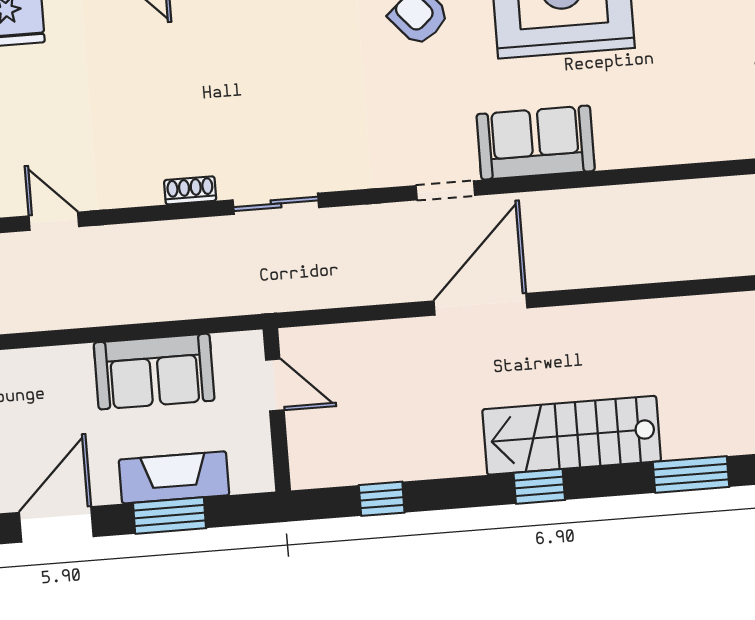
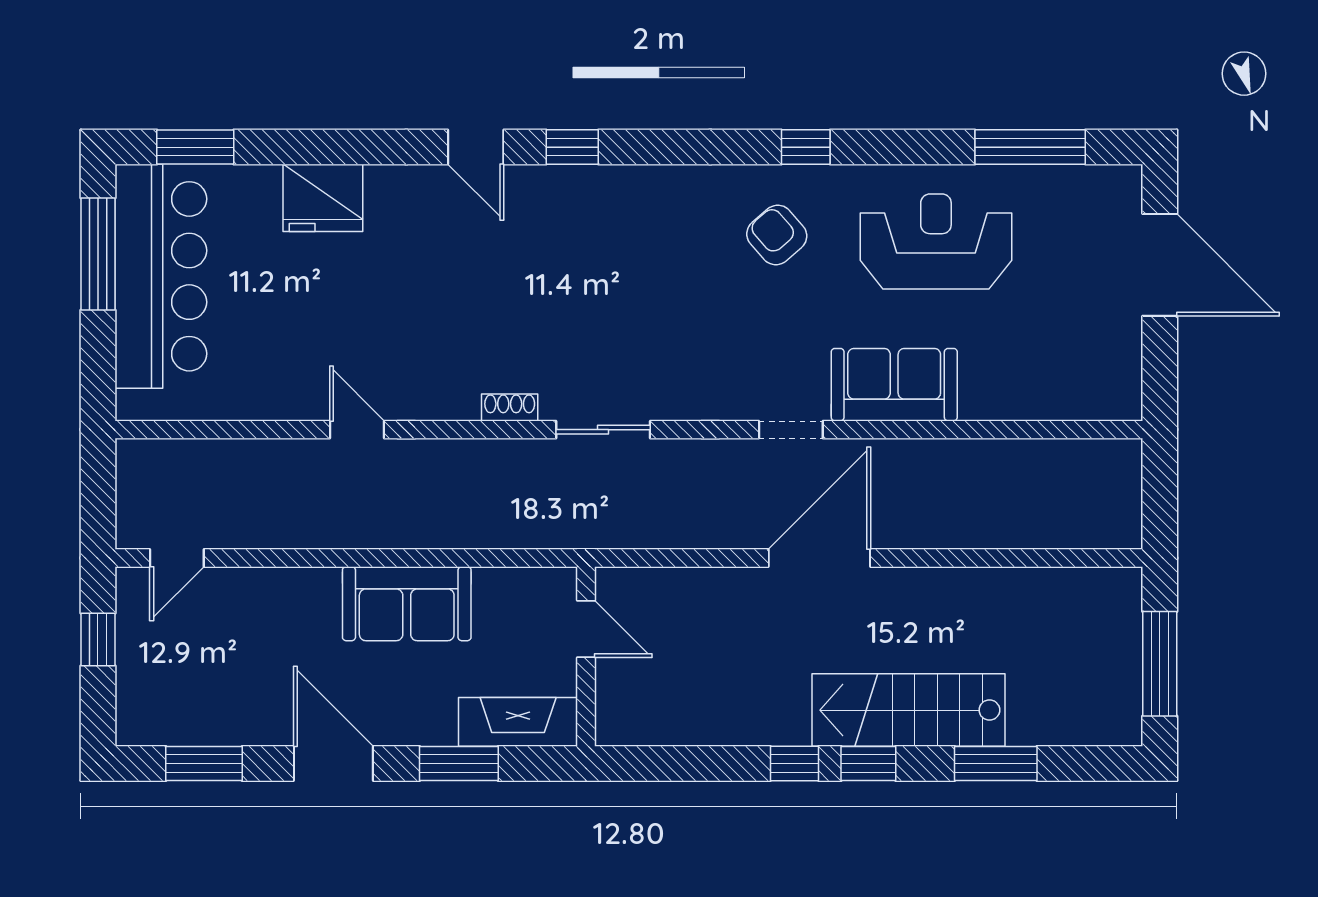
sofa: (154, 372) -> (407, 604), moved
window: (691, 474) -> (996, 763), moved
fireplace: (174, 477) -> (518, 722), moved
window: (382, 499) -> (794, 763), moved
door: (56, 524) -> (333, 763), hinge flipped

